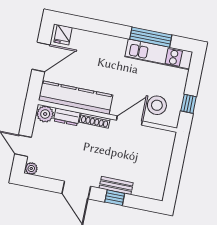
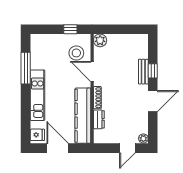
kitchen unit: (159, 54) -> (38, 95), moved
plant: (45, 114) -> (100, 40), moved

